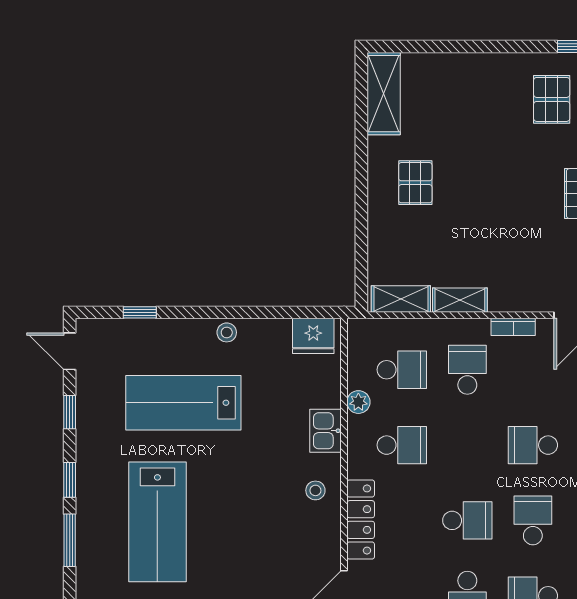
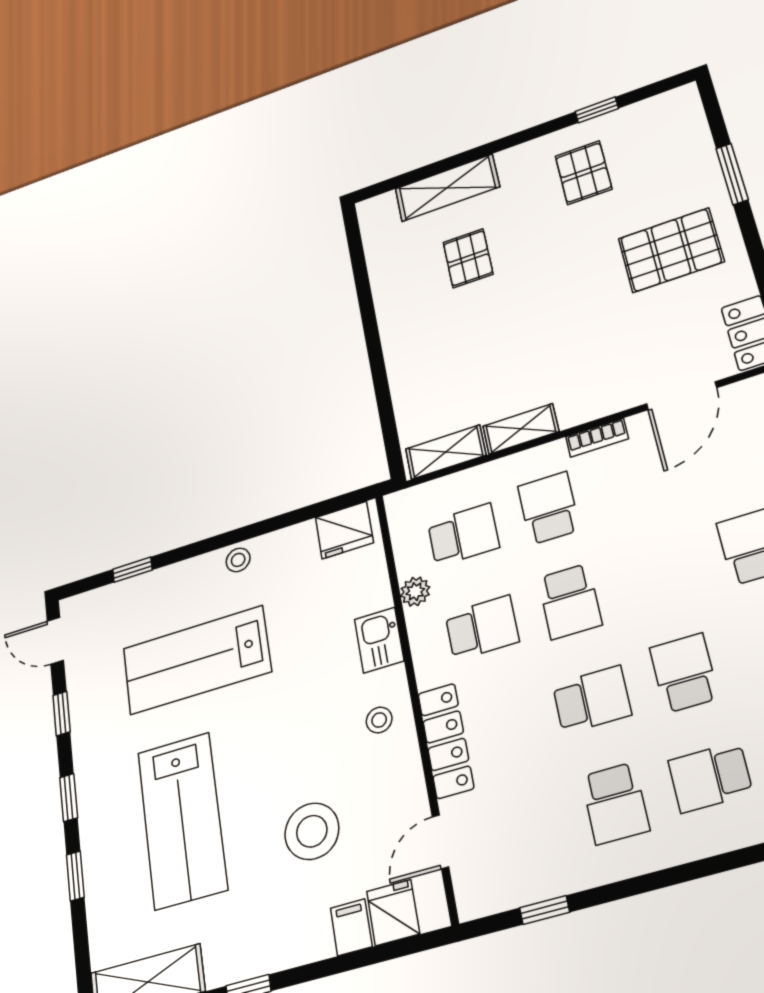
shelving: (384, 94) -> (447, 188), moved, turned 90
pallet: (415, 183) -> (468, 258), moved
school desk: (533, 445) -> (570, 601), moved, turned -90
window: (70, 540) -> (75, 876), width x0.67
stool: (254, 557) -> (312, 831), added

